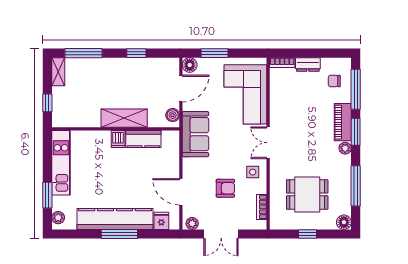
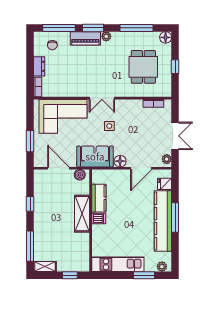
floor lamp: (190, 65) -> (120, 161), moved
side table: (253, 172) -> (109, 126), moved
armchair: (225, 188) -> (138, 132), removed

